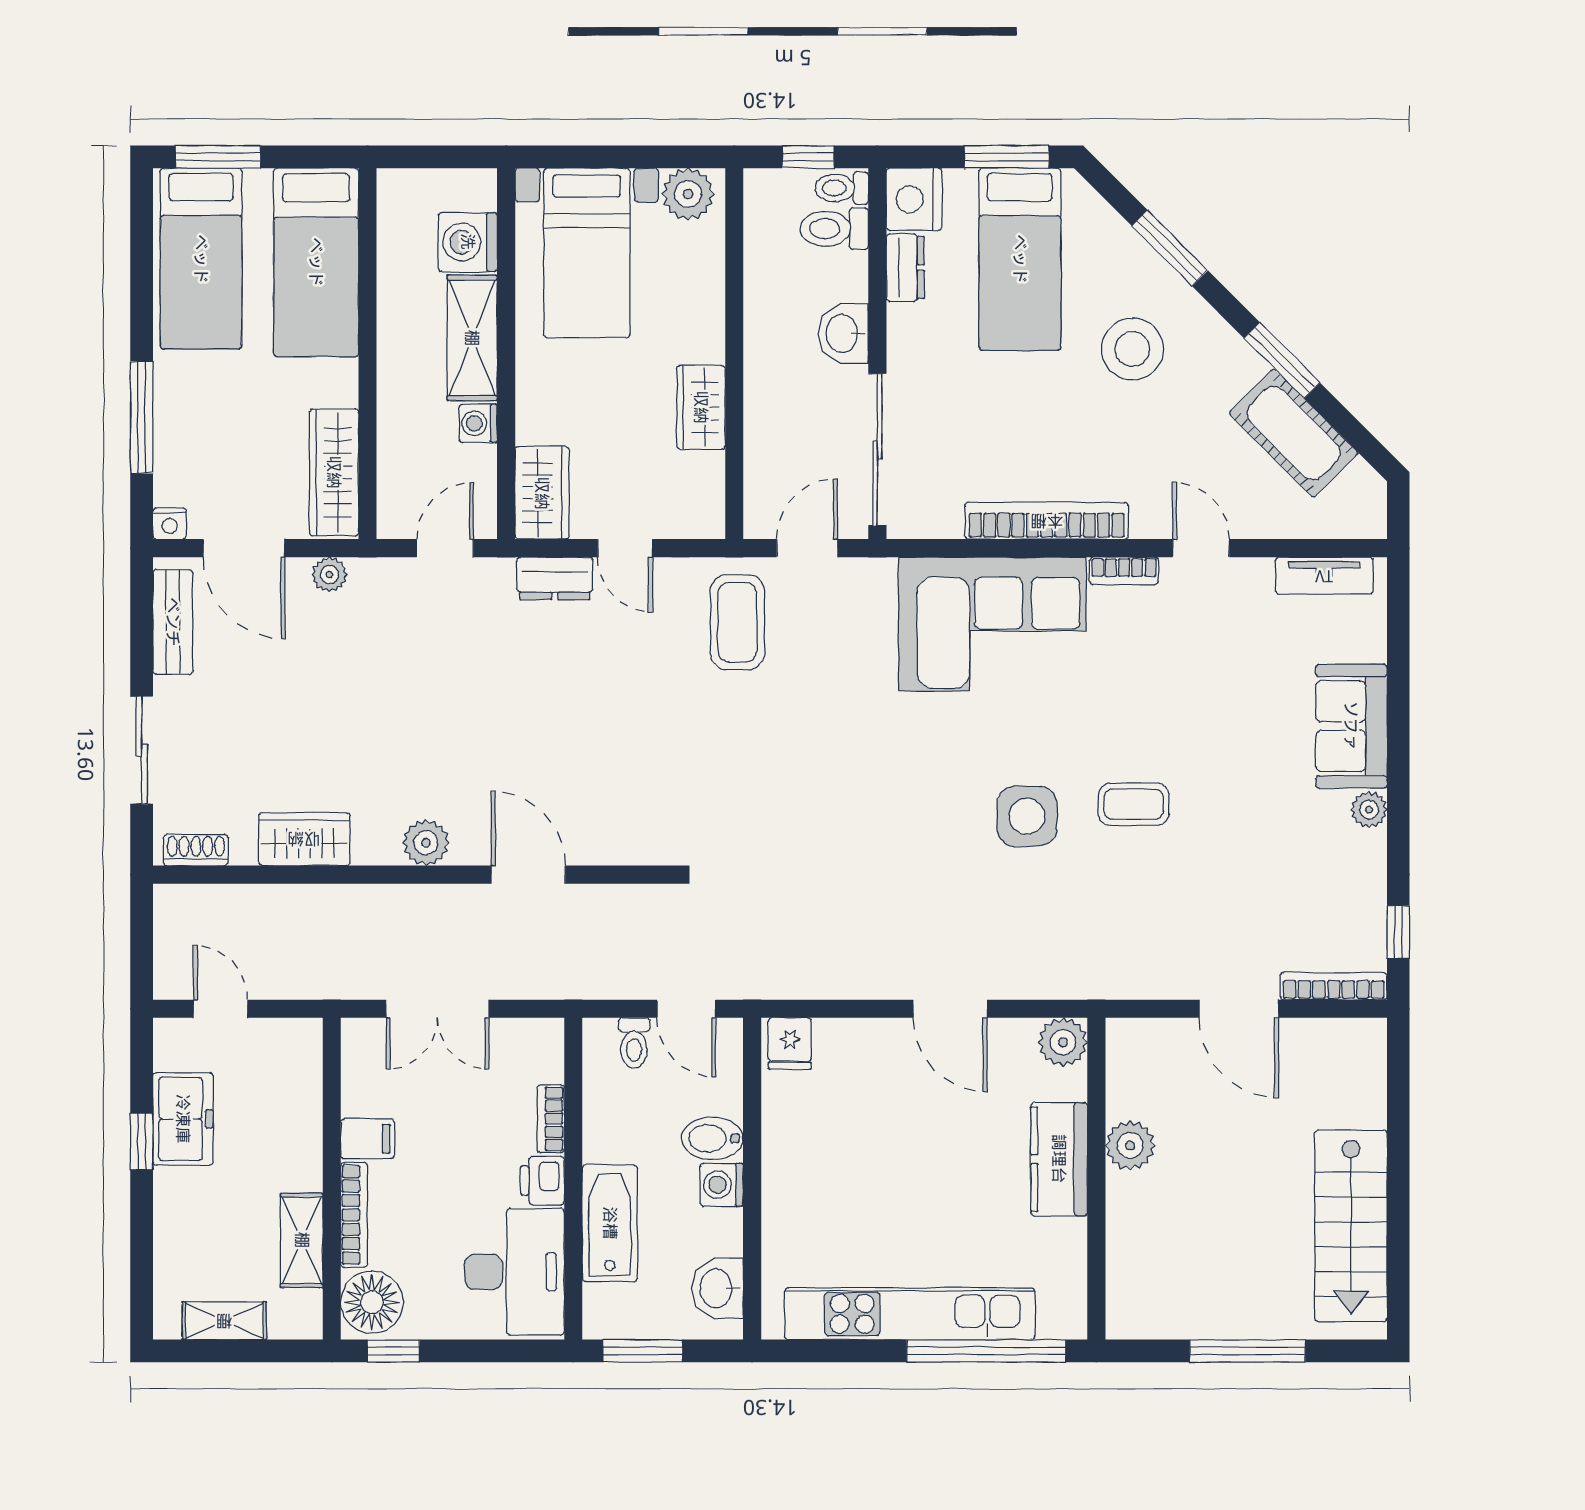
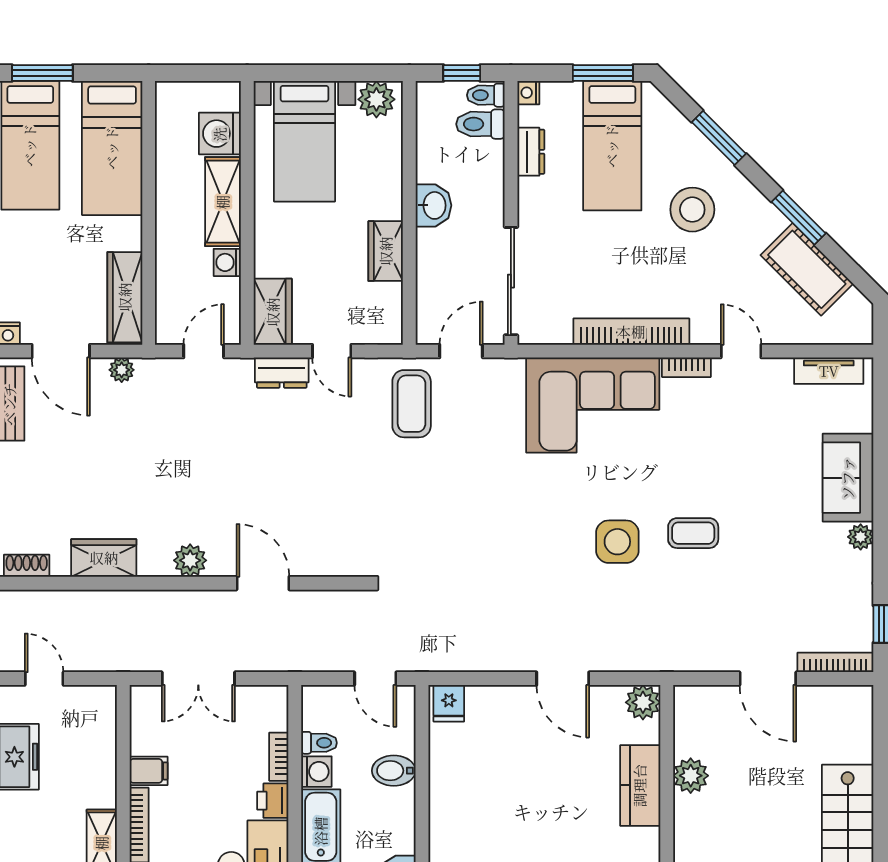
nightstand: (914, 199) -> (528, 93), width x0.53, depth x0.56
washbasin: (843, 333) -> (433, 205), moved, turned 180
toilet: (634, 1043) -> (319, 743), moved, turned -90
washing machine: (722, 1185) -> (316, 772), moved, turned 180

